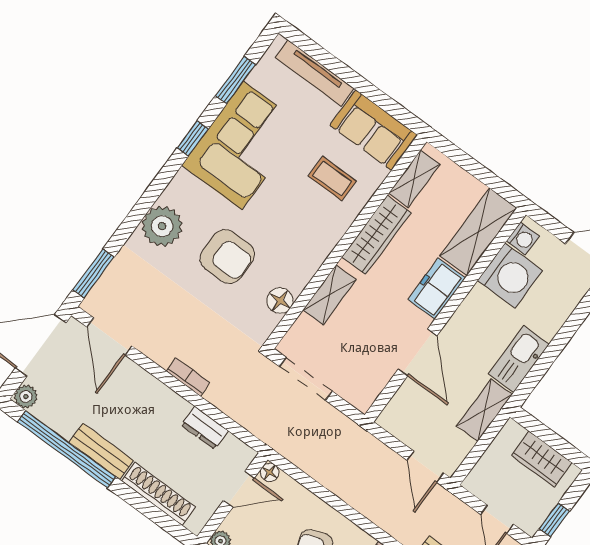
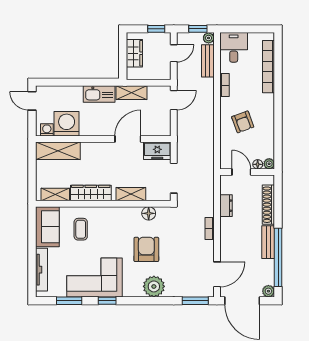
freezer: (437, 289) -> (157, 151), moved
floor lamp: (270, 472) -> (258, 164), moved

